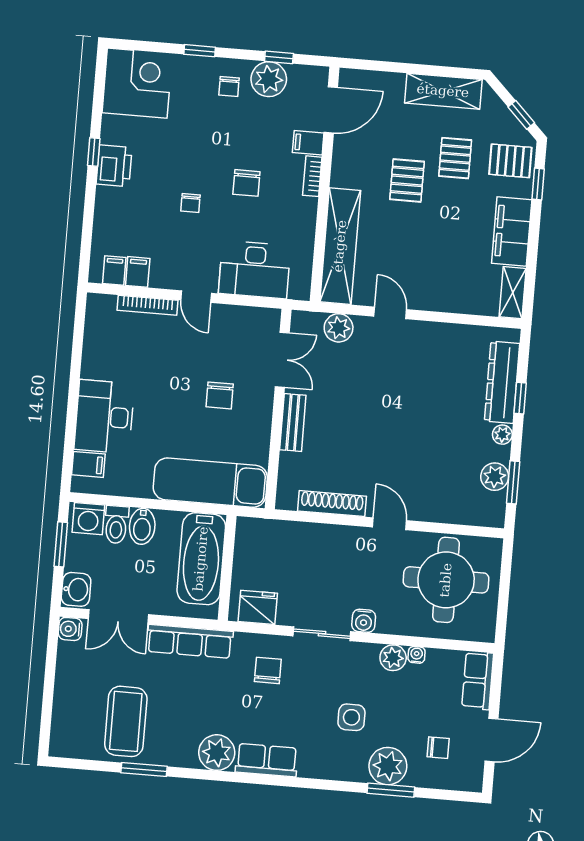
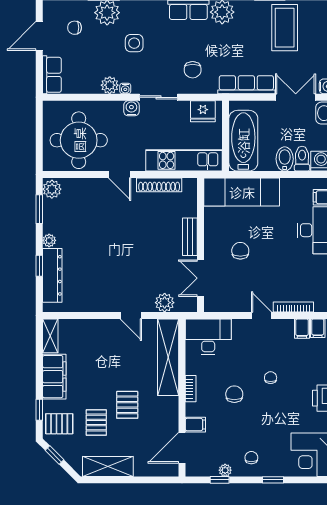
plant: (269, 79) -> (225, 470), width x0.53, depth x0.53
bookcase: (312, 176) -> (191, 389), moved
desk: (255, 270) -> (208, 337), moved
plant: (495, 477) -> (52, 189), moved
kitchen unit: (292, 537) -> (184, 160), added
water cooler: (417, 655) -> (125, 88), moved

